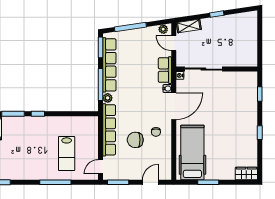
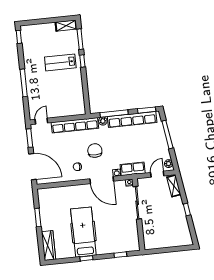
chair: (135, 140) -> (95, 151), moved
hospital bed: (192, 152) -> (83, 232), moved, turned -90
lab bench: (67, 153) -> (60, 62), moved
door: (101, 167) -> (41, 121), hinge flipped
wardrobe: (246, 174) -> (49, 245), width x1.50
door: (150, 182) -> (33, 167), width x1.87

